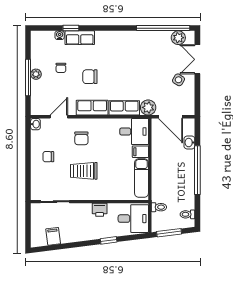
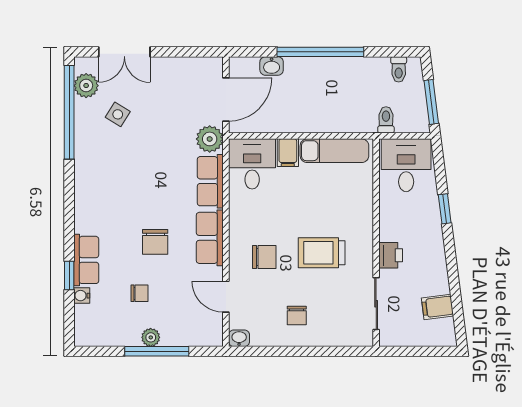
side table: (178, 80) -> (118, 114), moved
trolley: (84, 171) -> (322, 253), turned 90
printer: (100, 210) -> (391, 255), moved

